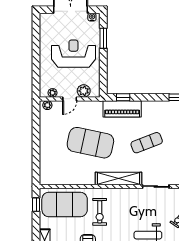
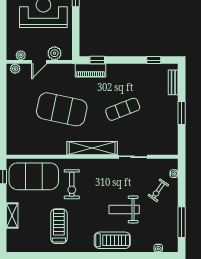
piano: (122, 109) -> (91, 70), width x0.73, depth x0.75

